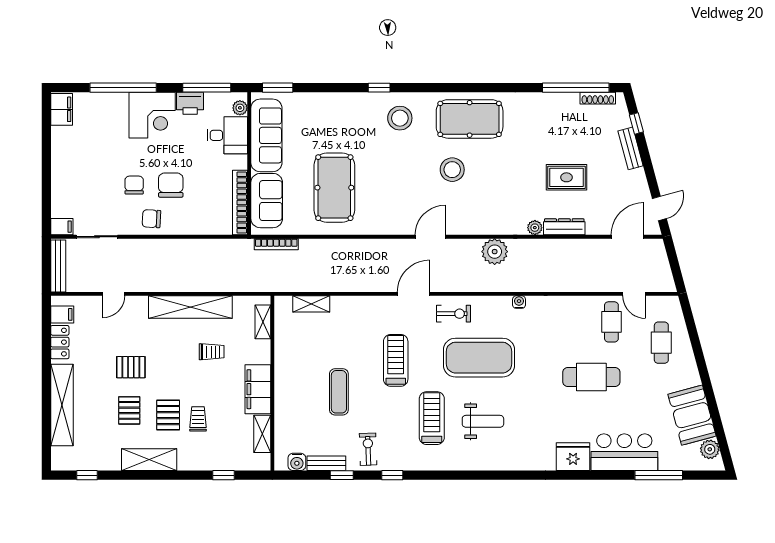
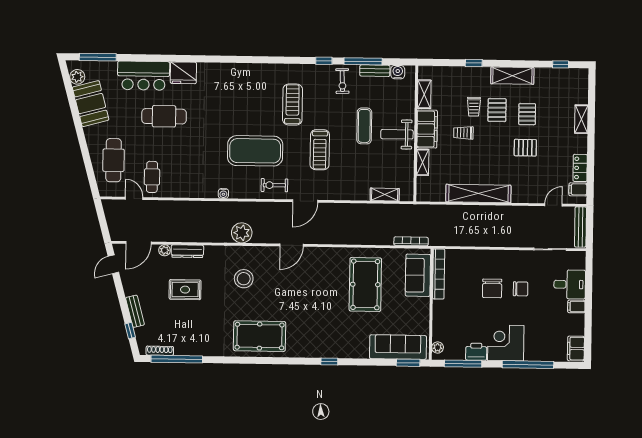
stool: (400, 118) -> (314, 338), removed
desk: (227, 135) -> (570, 284), moved, turned 180
sofa: (266, 135) -> (398, 347), moved, turned 90
stool: (452, 170) -> (244, 279), moved
chair: (134, 185) -> (521, 289), turned -90
chair: (151, 219) -> (508, 263), removed
filing cabinet: (62, 227) -> (576, 306), moved
plant: (535, 228) -> (165, 250), moved
door: (114, 294) -> (553, 205), moved
shelving: (263, 322) -> (423, 162), moved
cafe table: (661, 343) -> (114, 160), width x1.37, depth x1.35
trolley: (212, 352) -> (463, 133), moved
cafe table: (591, 377) -> (164, 116), moved
shelving: (62, 405) -> (581, 119), width x0.45, depth x0.75
treadmill: (432, 418) -> (293, 104), turned 180
weight bench: (483, 421) -> (397, 134), moved
window: (224, 475) -> (474, 63), moved
window: (342, 475) -> (363, 61), width x2.17
window: (659, 475) -> (98, 57), moved

